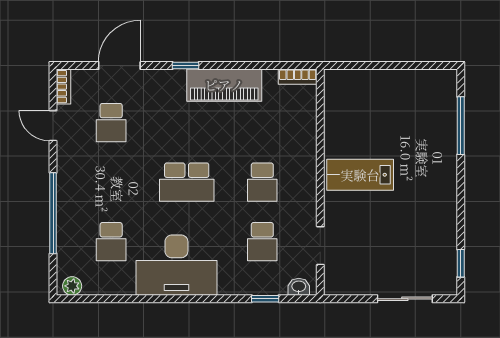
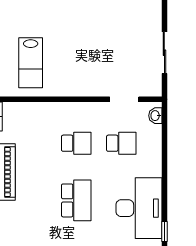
lab bench: (360, 175) -> (31, 63), moved
window: (265, 299) -> (164, 232), moved
sliding door: (405, 299) -> (164, 53), moved

